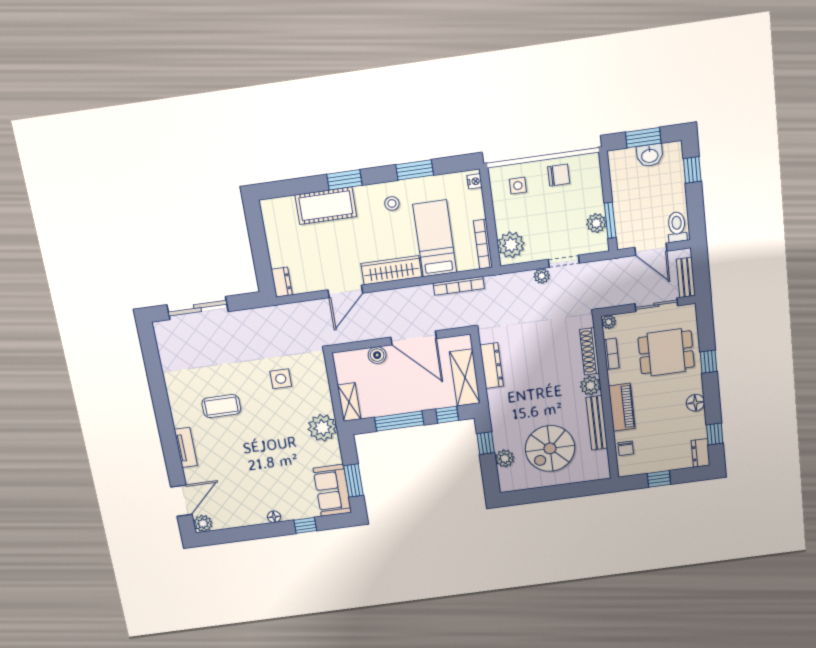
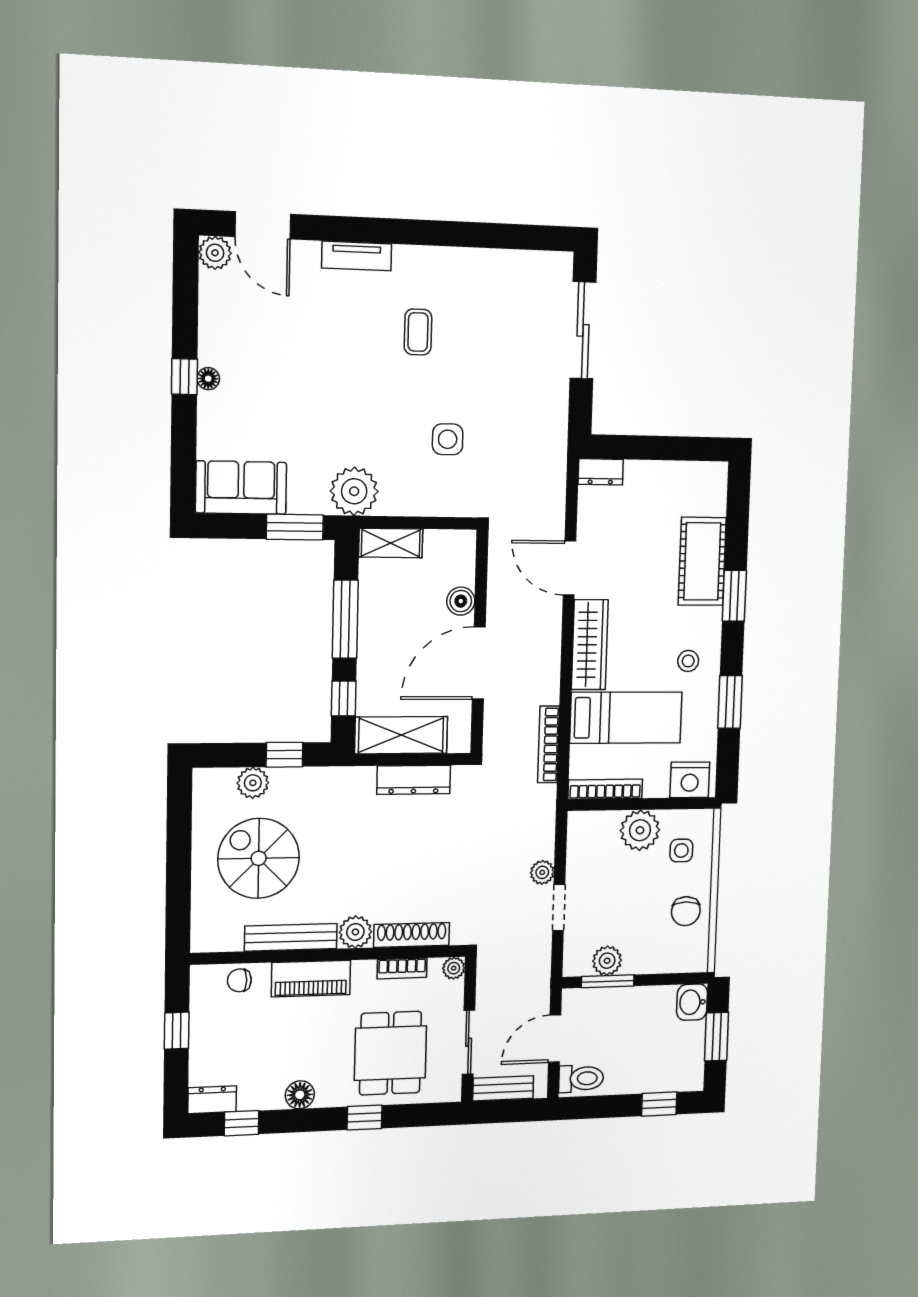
washbasin: (650, 155) -> (692, 1002), moved
nightstand: (474, 181) -> (690, 780), width x1.89, depth x1.79
plant: (511, 245) -> (640, 830), moved
coffee table: (221, 406) -> (418, 332), width x0.73, depth x0.77
window: (353, 480) -> (295, 527), moved
window: (305, 525) -> (184, 377), moved

